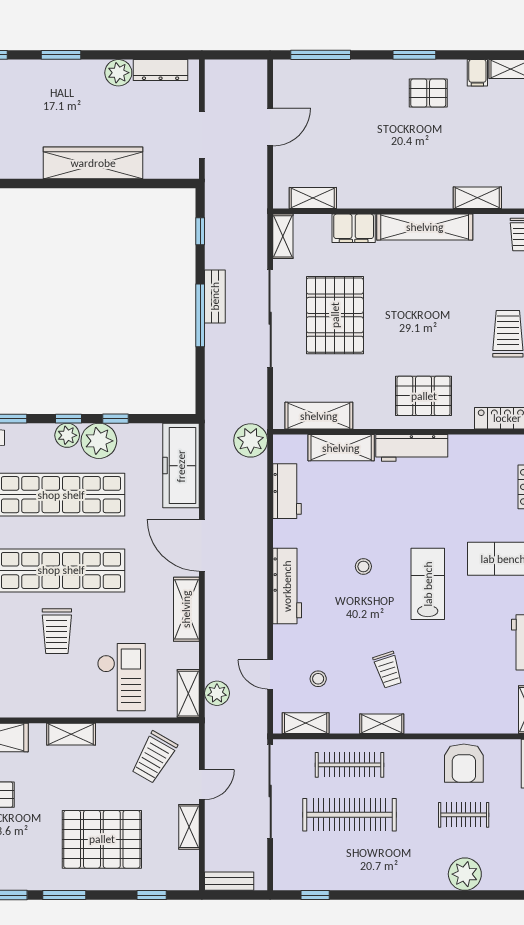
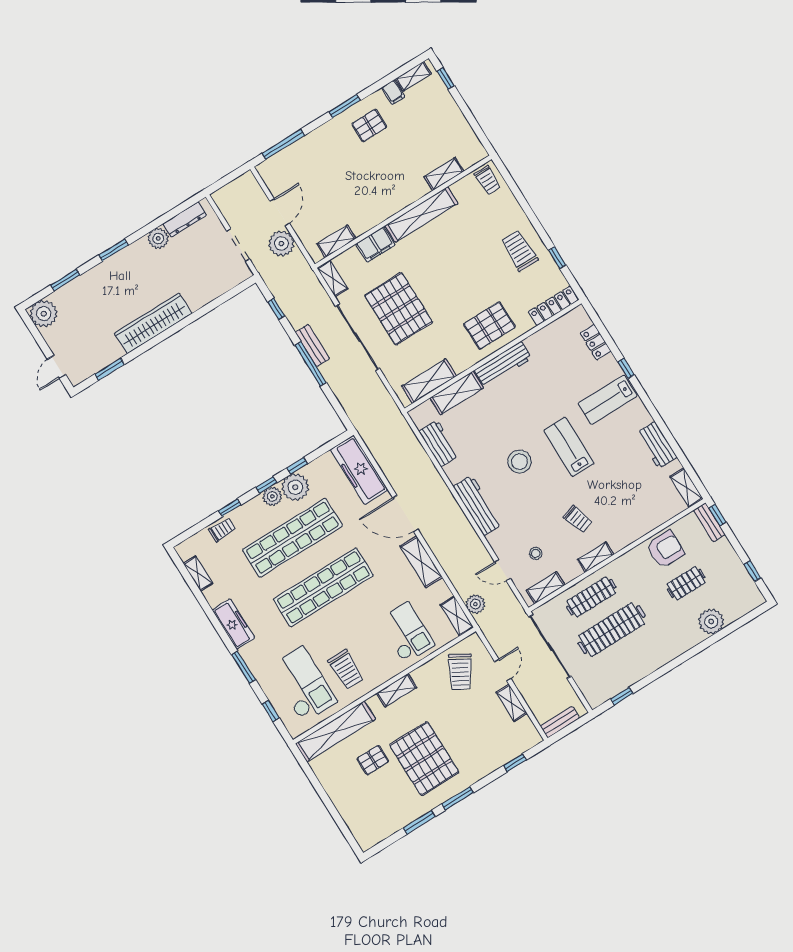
wardrobe: (93, 163) -> (153, 323), moved
plant: (251, 440) -> (281, 243), moved
stool: (363, 566) -> (520, 462), width x1.89, depth x1.89
trolley: (57, 631) -> (346, 669), moved
armchair: (464, 763) -> (665, 549), turned -90
pallet: (102, 839) -> (424, 759), moved, turned 90

